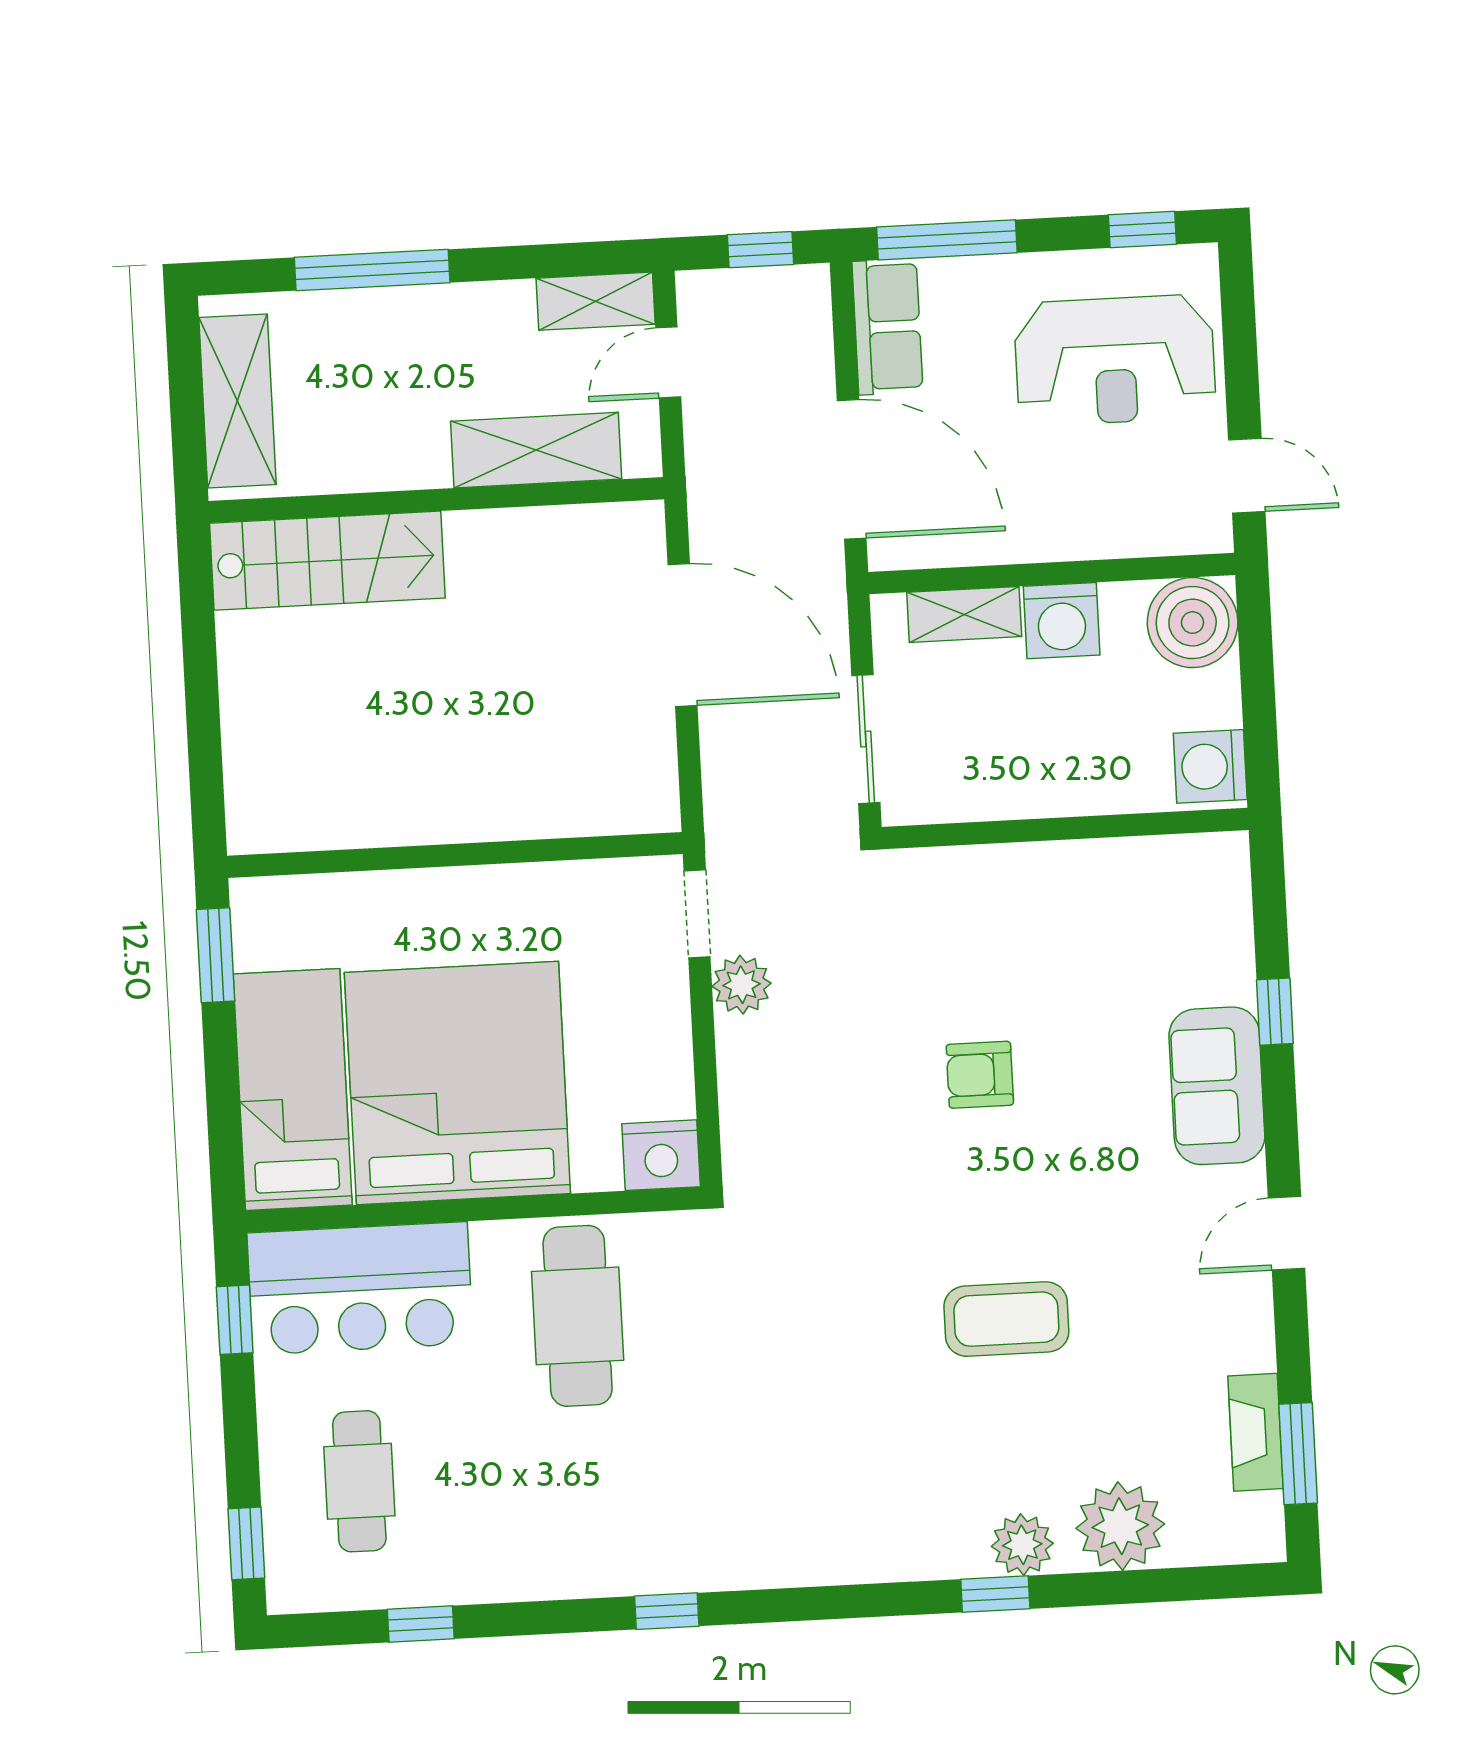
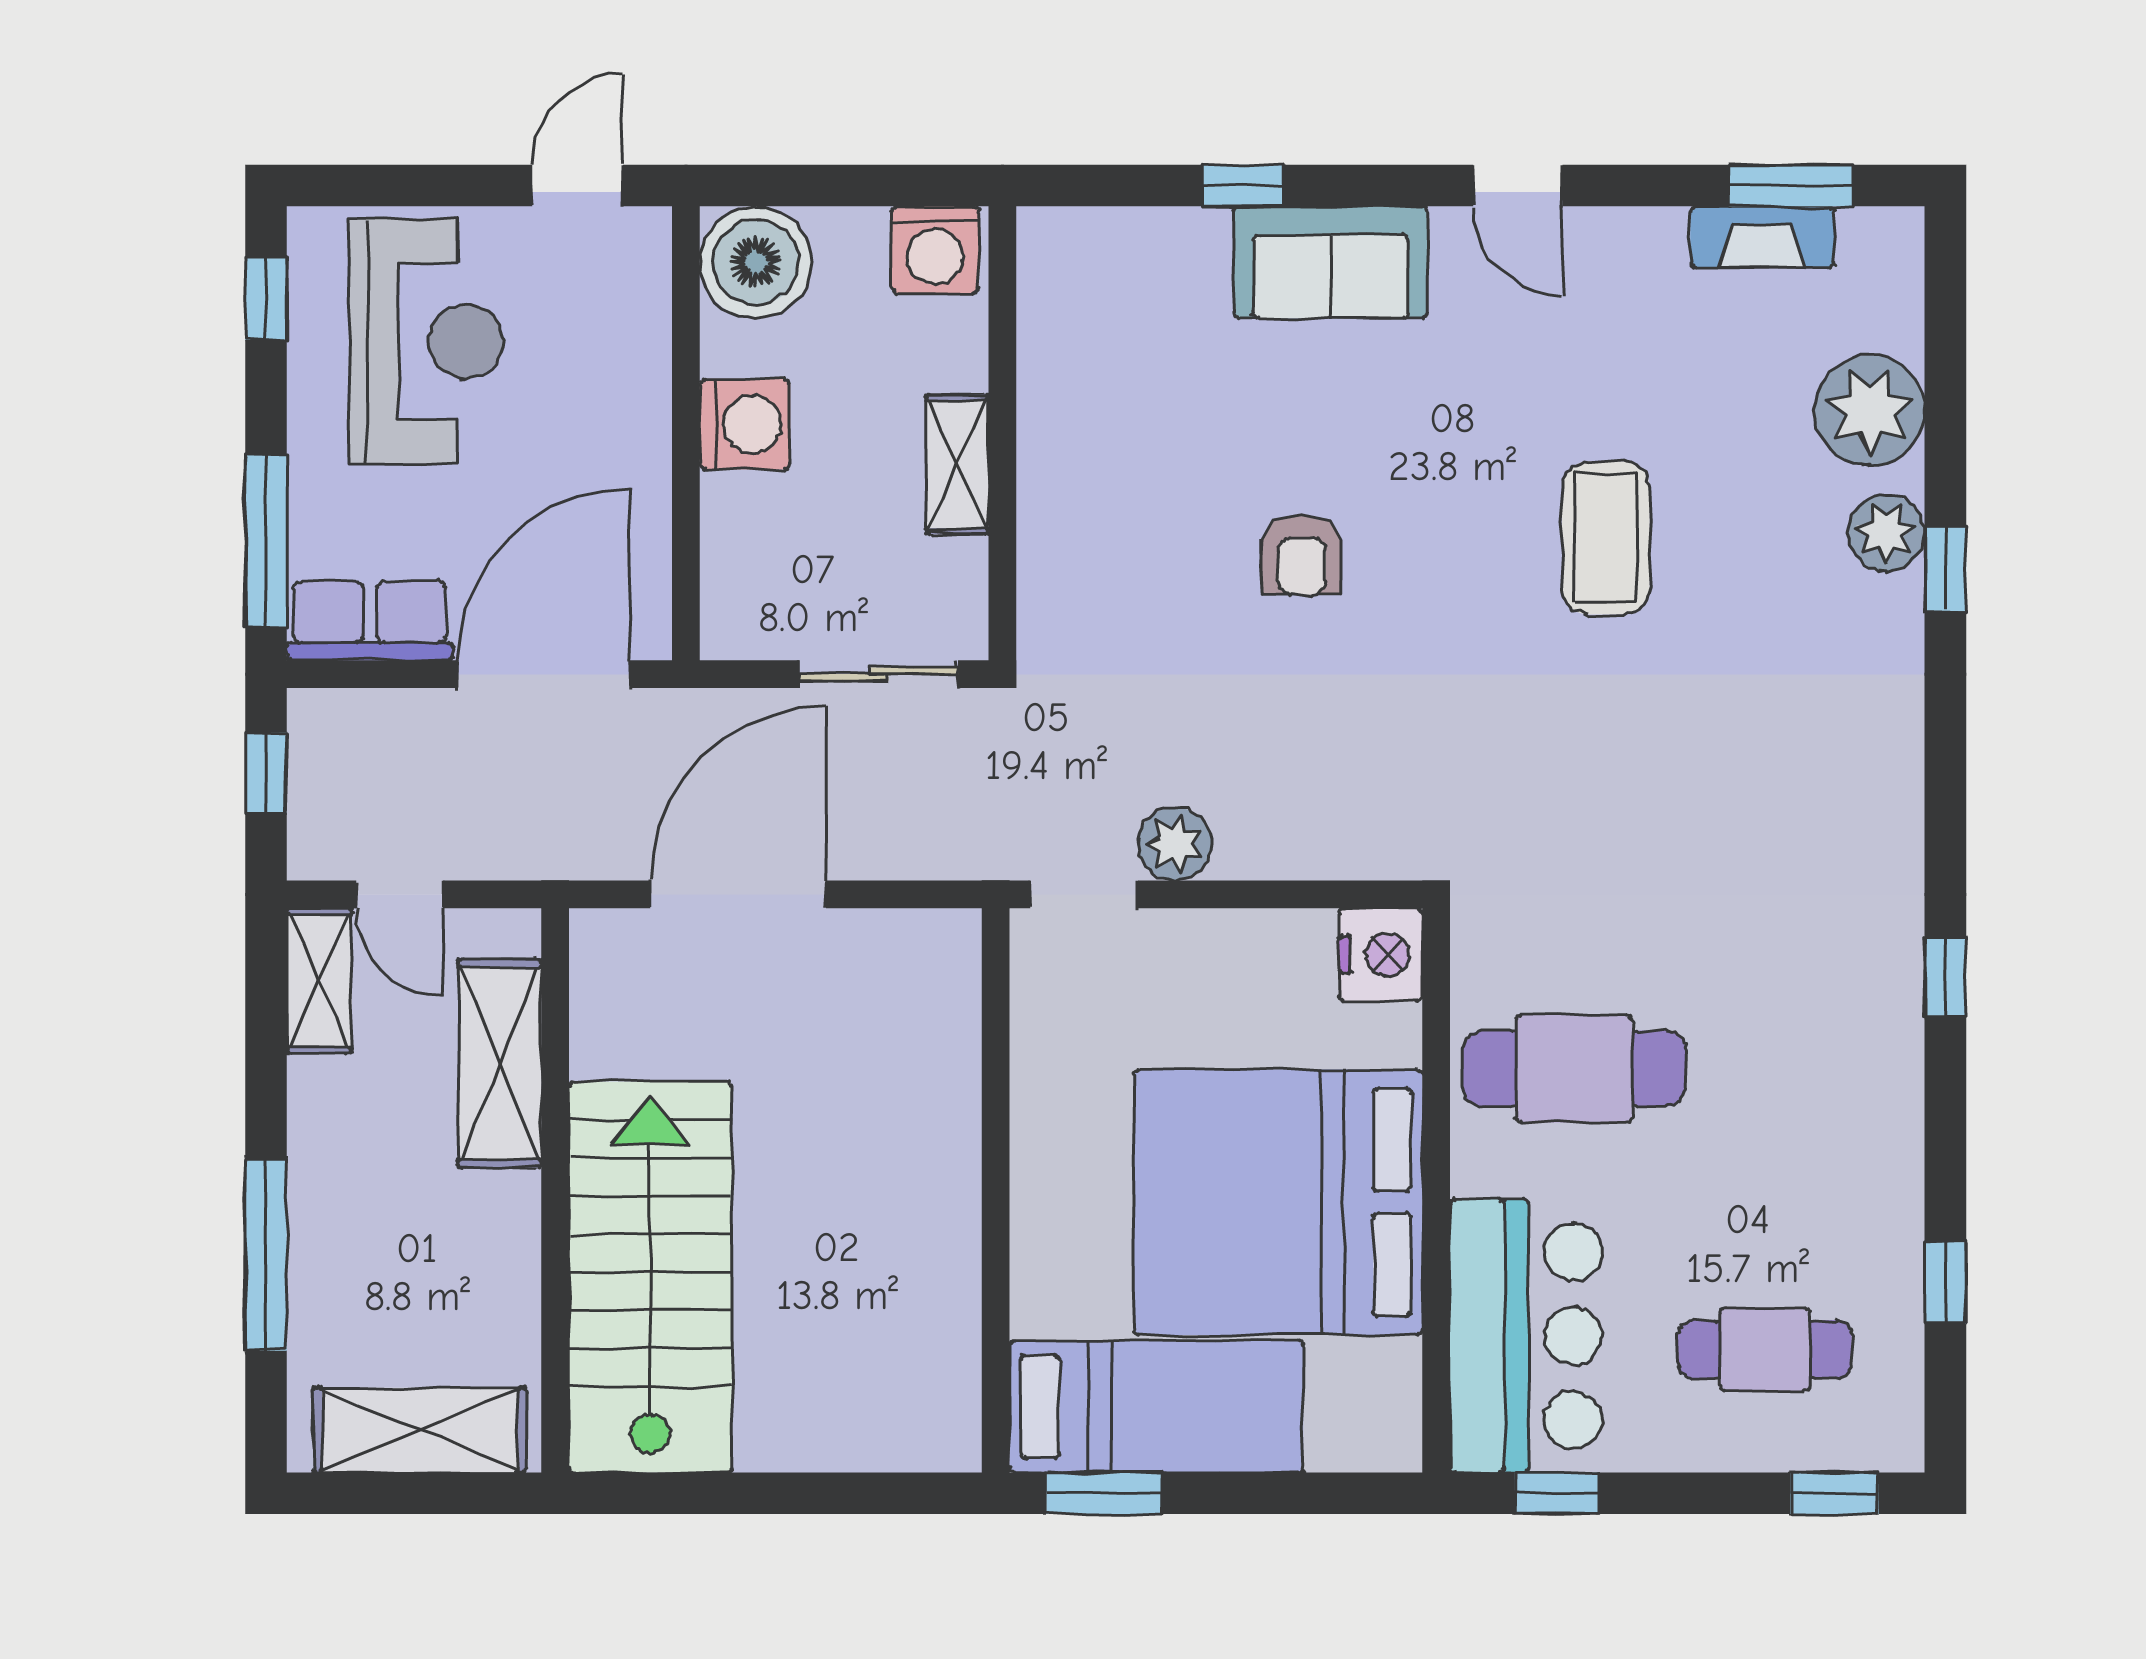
stairs: (327, 561) -> (650, 1277), width x1.36, depth x1.51
shelving: (964, 614) -> (957, 464), moved
bed: (293, 1090) -> (1156, 1406), moved, turned 180

